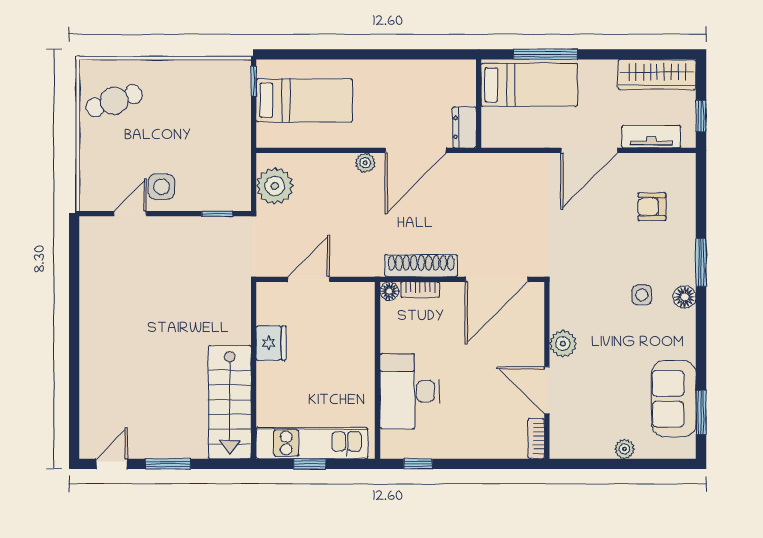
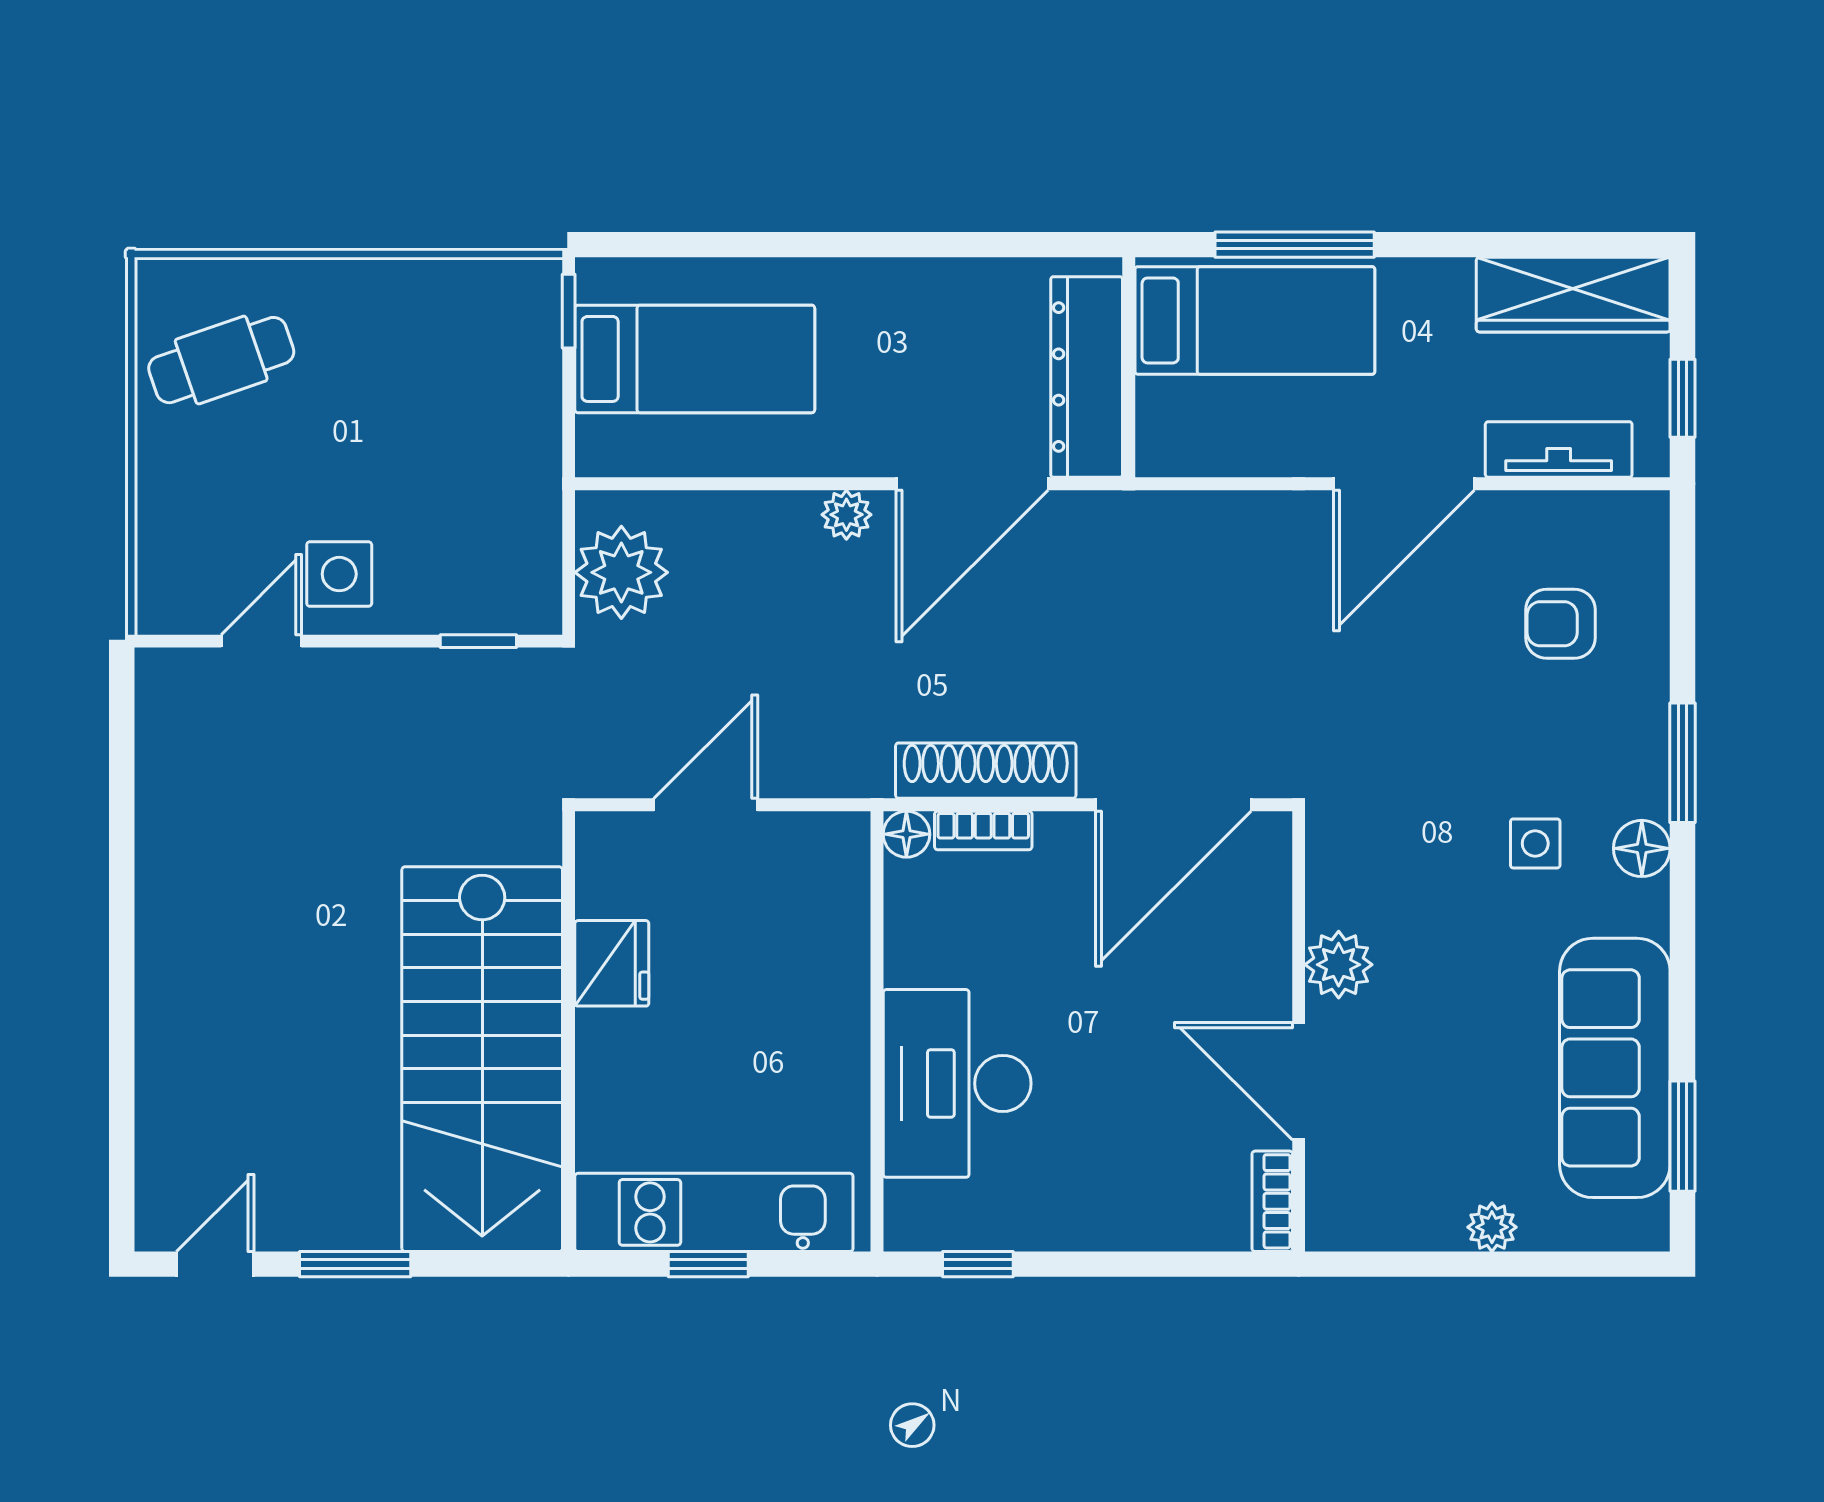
dresser: (464, 127) -> (1087, 377), width x1.96, depth x1.24
sofa: (674, 399) -> (1615, 1068), width x1.36
stairs: (230, 402) -> (482, 1059), width x1.36, depth x1.51

